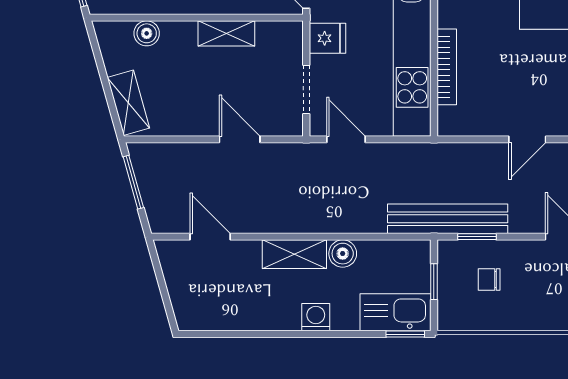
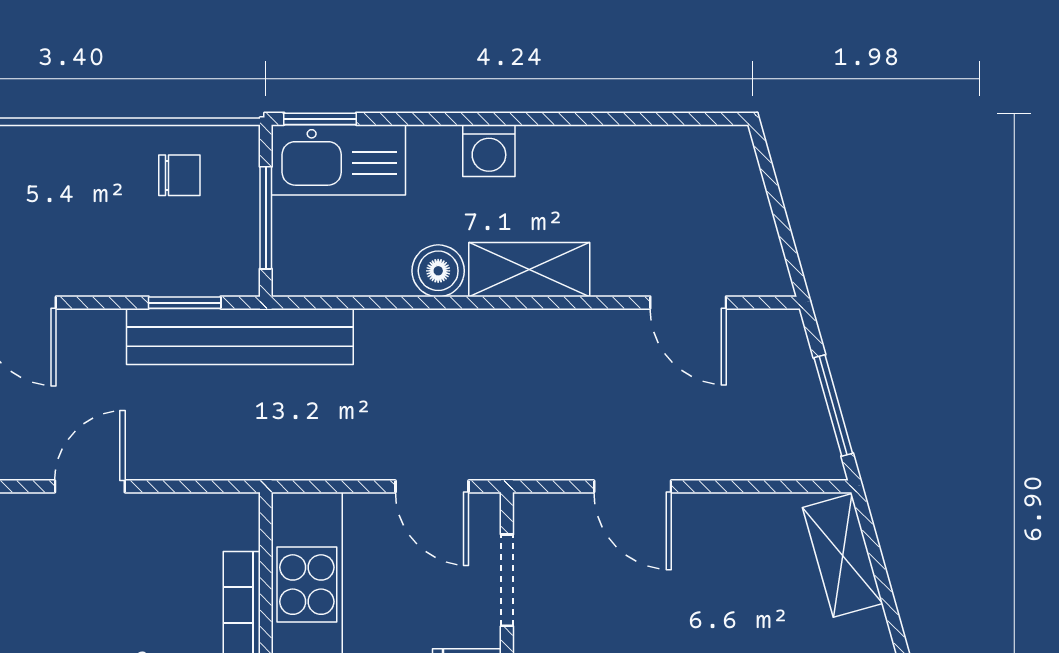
chair: (489, 279) -> (179, 175), moved
window: (434, 282) -> (266, 218), width x1.50

